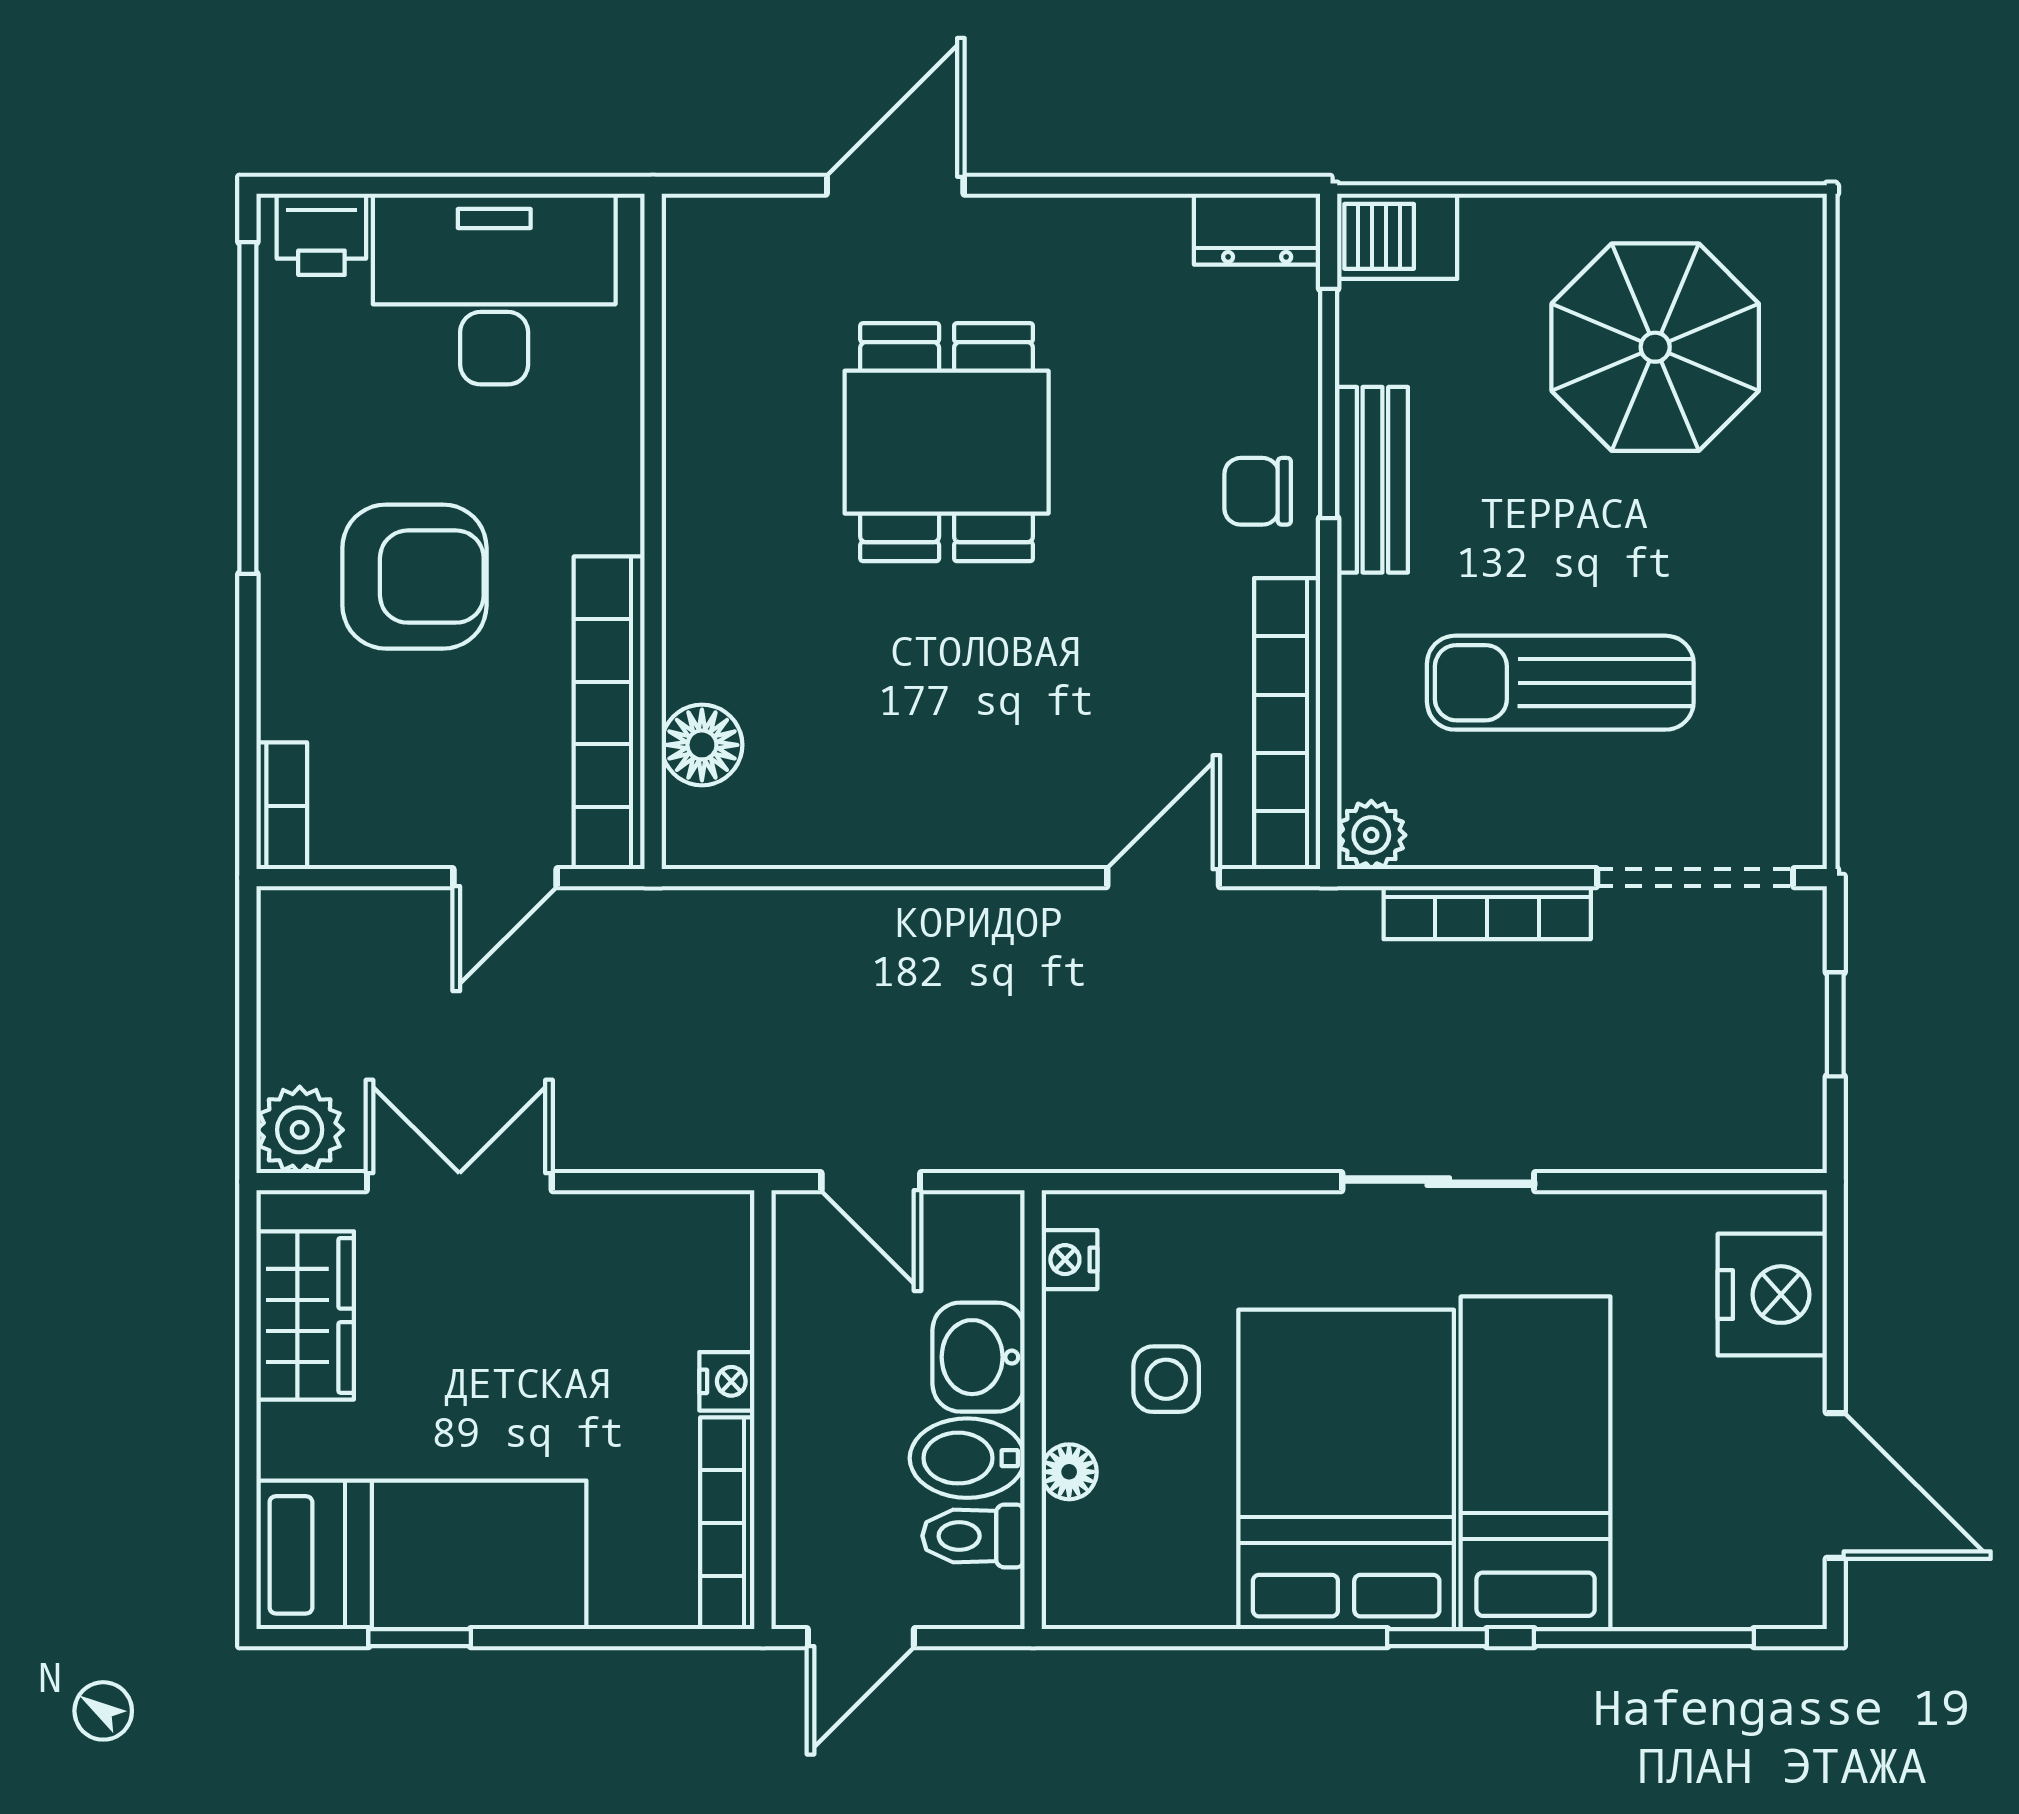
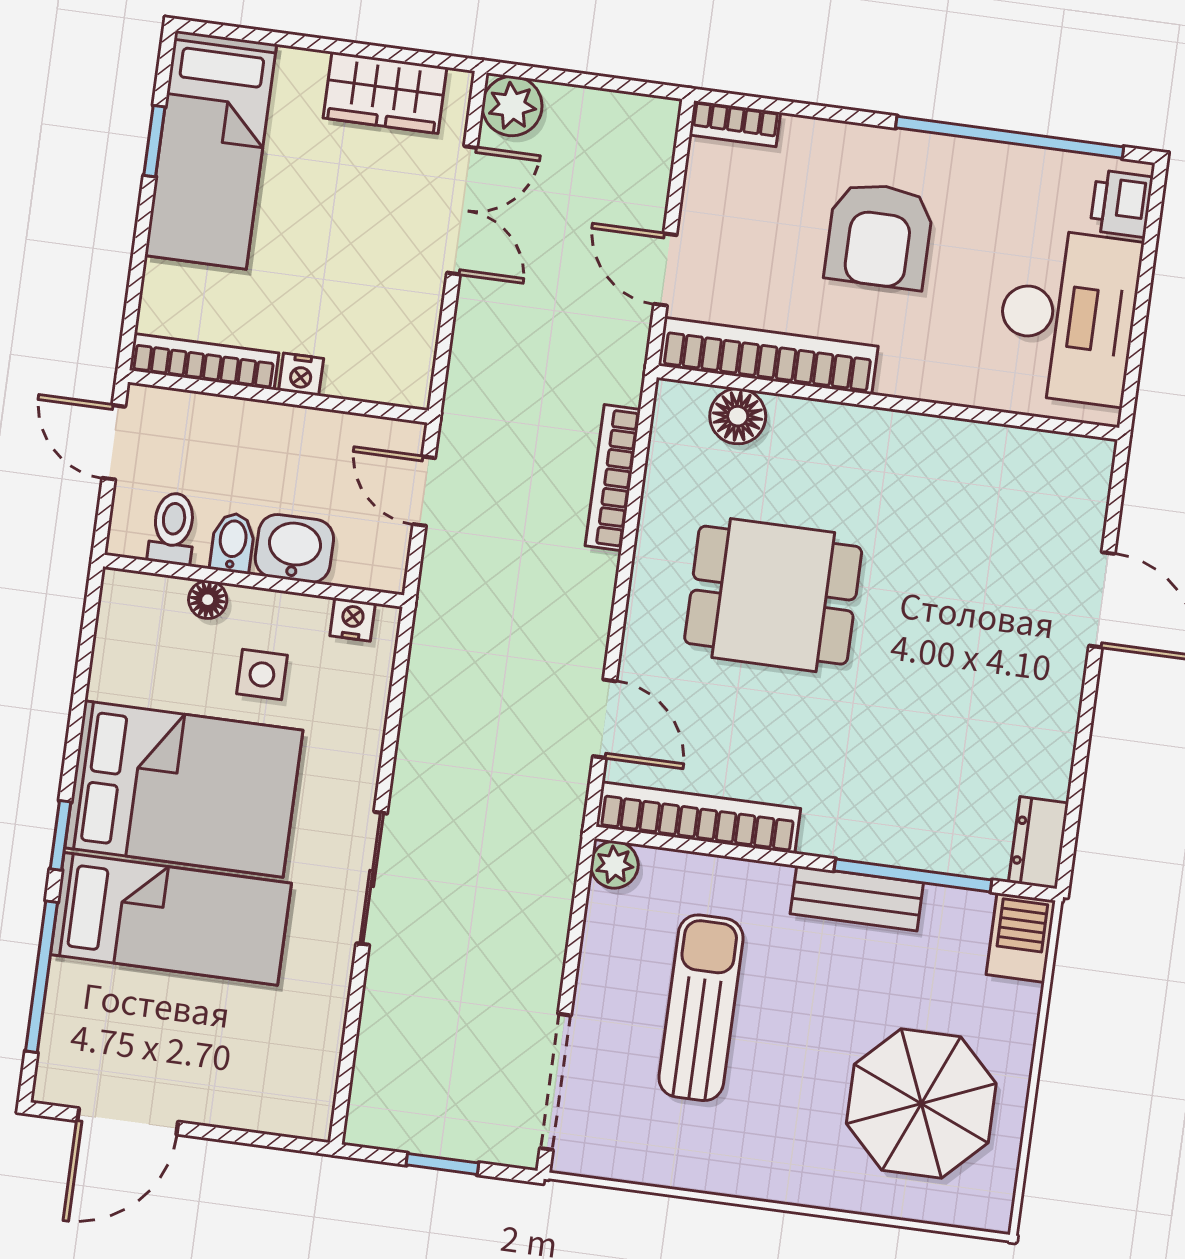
dining table: (947, 442) -> (773, 595), moved
chair: (1258, 491) -> (860, 819), removed
bookcase: (1487, 913) -> (613, 478), moved
door: (871, 1182) -> (424, 491), hinge flipped
nightstand: (1772, 1295) -> (264, 1096), removed
bidet: (967, 1458) -> (233, 543), width x0.72, depth x0.74

